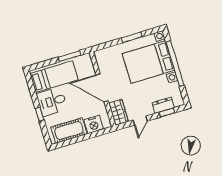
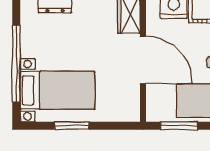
bed with nightstands: (148, 62) -> (57, 90), width x0.73

